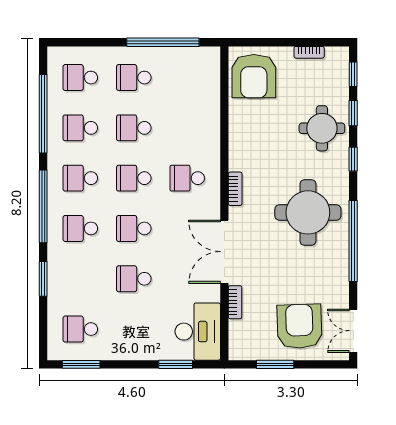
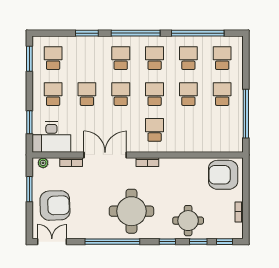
school desk: (134, 329) -> (53, 94), added
plant: (236, 344) -> (43, 163), added

